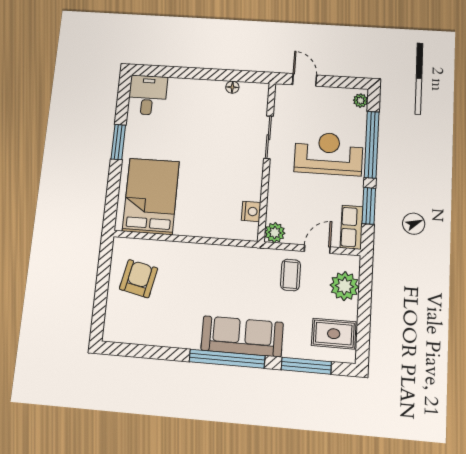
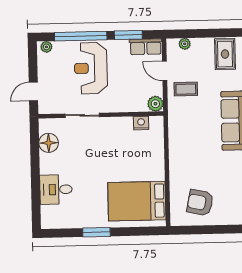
floor lamp: (232, 87) -> (49, 143), width x1.89, depth x1.89
desk: (148, 95) -> (56, 189), moved
plant: (345, 286) -> (185, 44), width x0.53, depth x0.53

